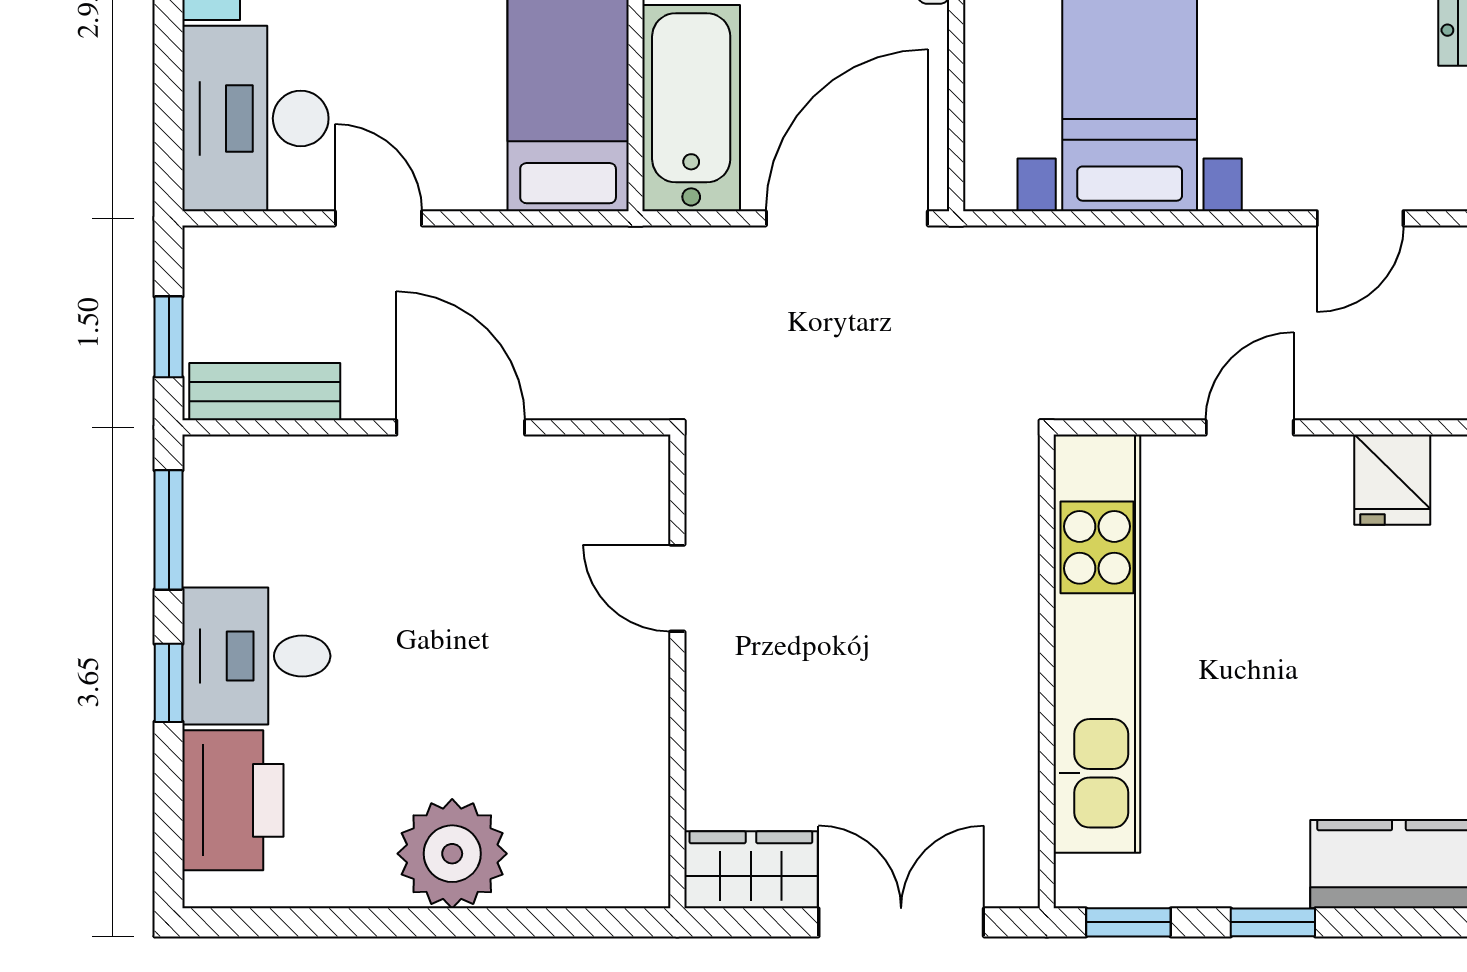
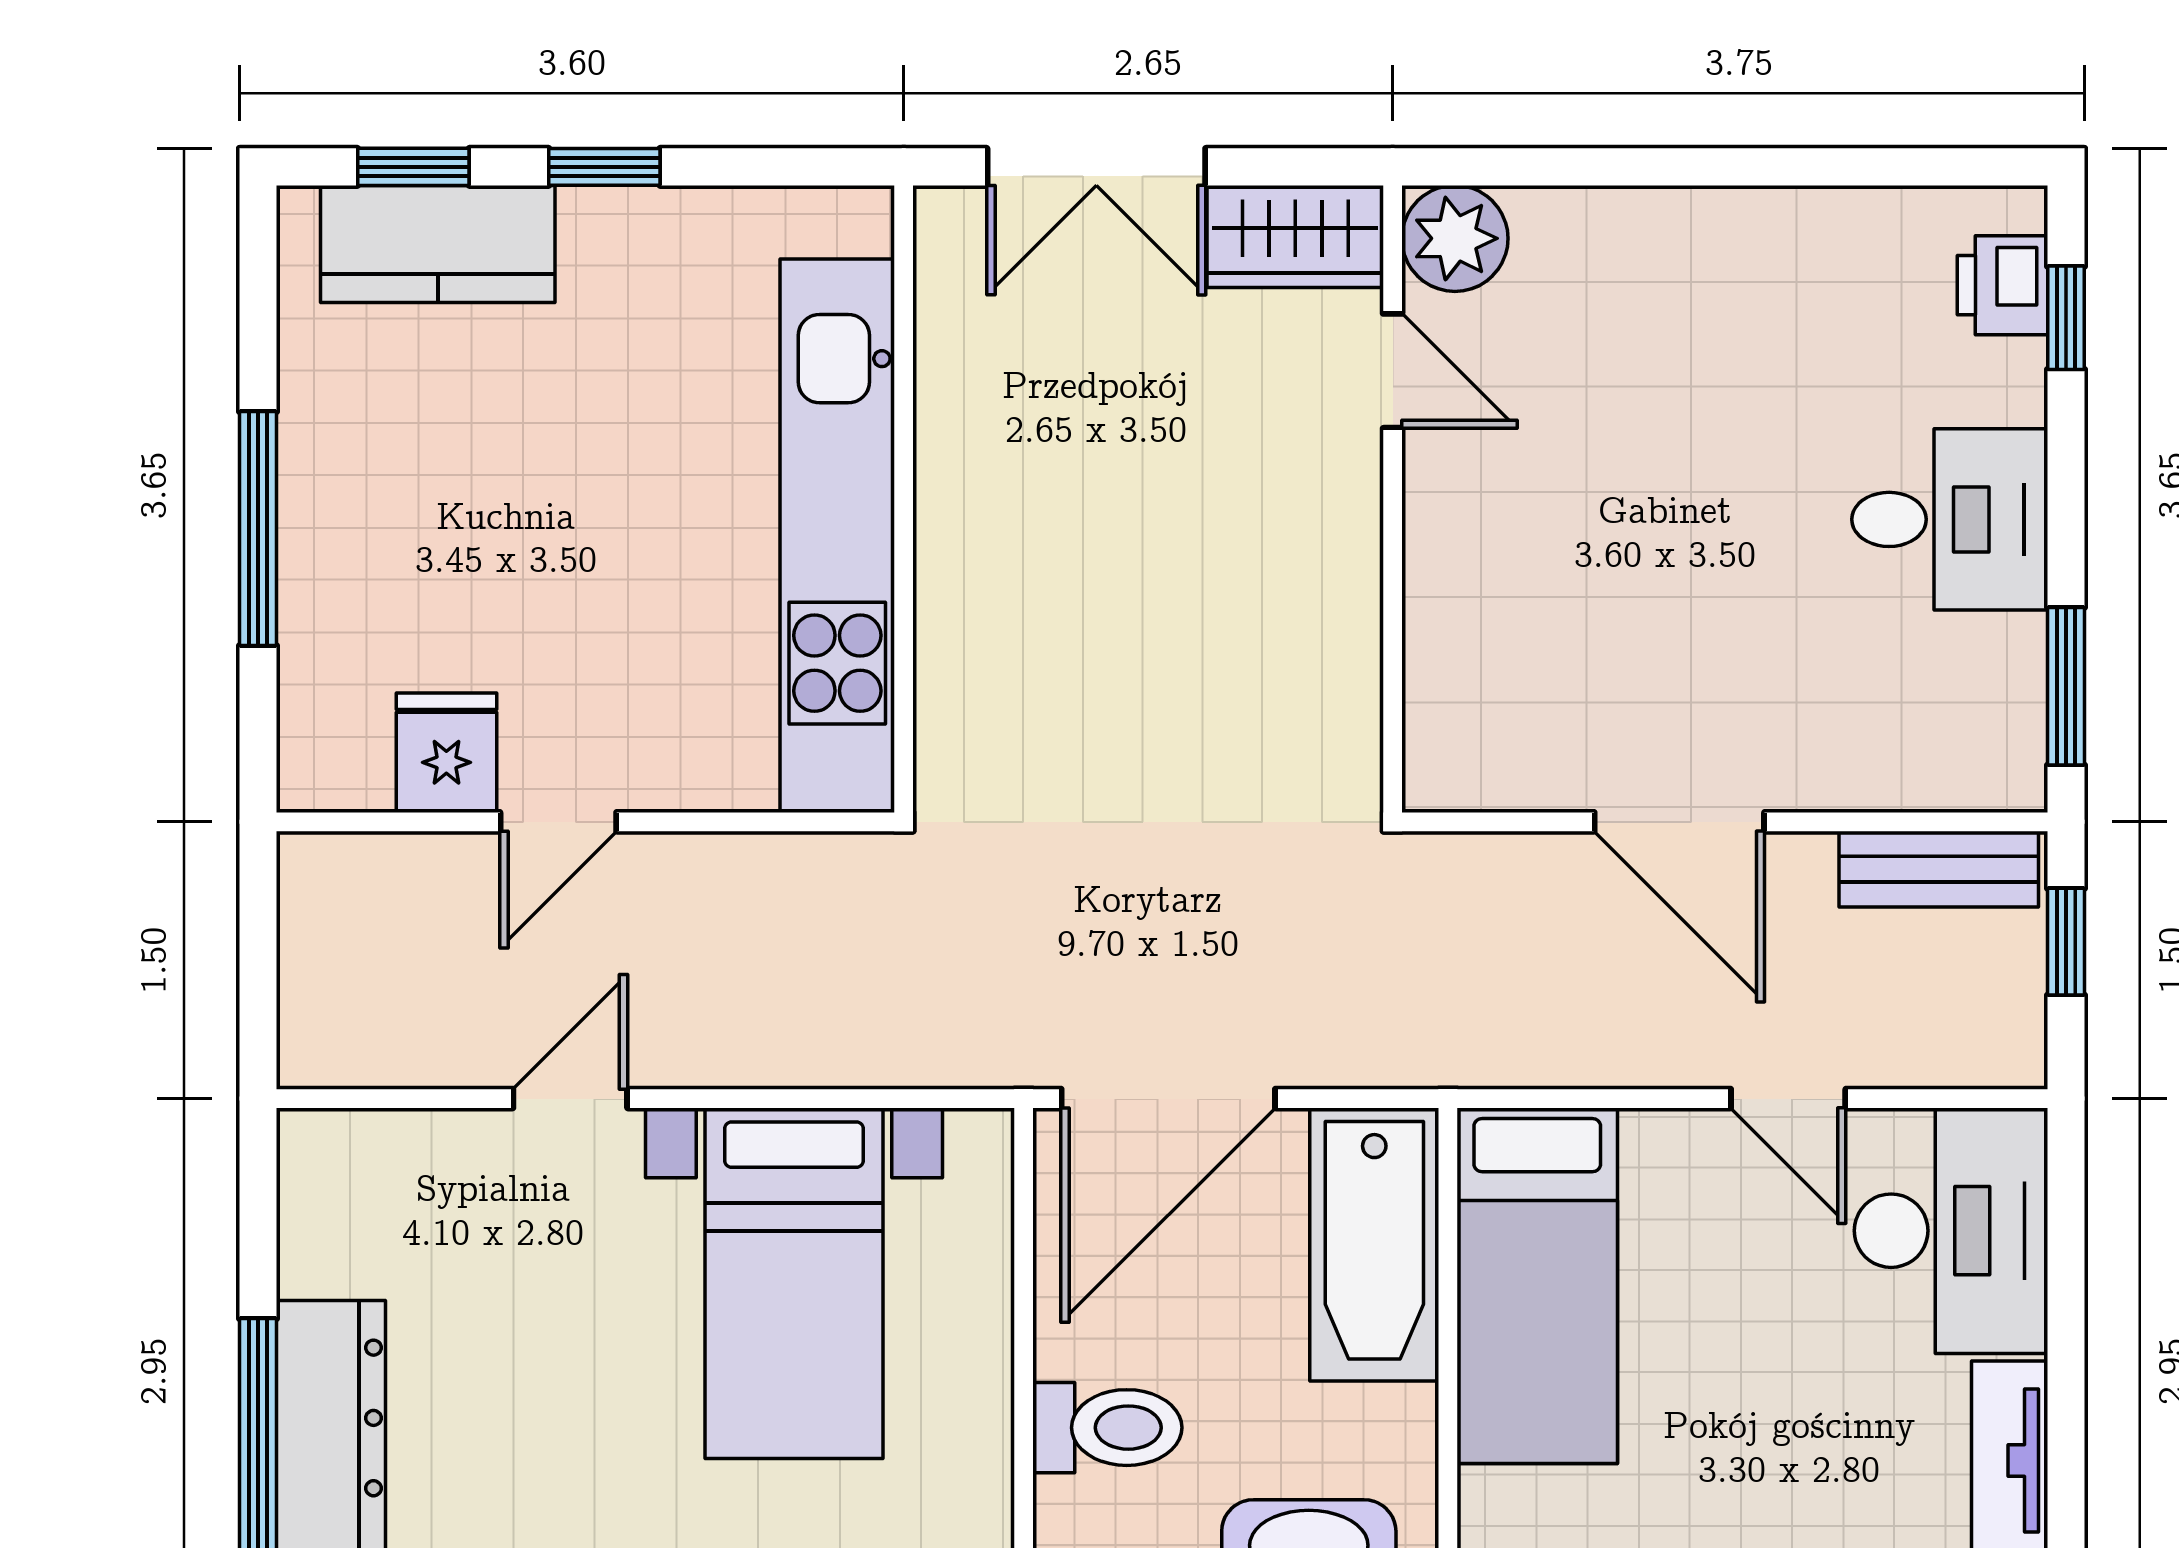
door: (1360, 218) -> (570, 1099), moved
door: (1250, 427) -> (558, 822), moved
door: (677, 588) -> (1393, 371), moved
window: (169, 683) -> (2066, 318), moved
printer: (233, 800) -> (2002, 285), width x0.53, depth x0.68
plant: (452, 854) -> (1455, 238), moved, width x0.73, depth x0.73
window: (1128, 922) -> (413, 167), moved

